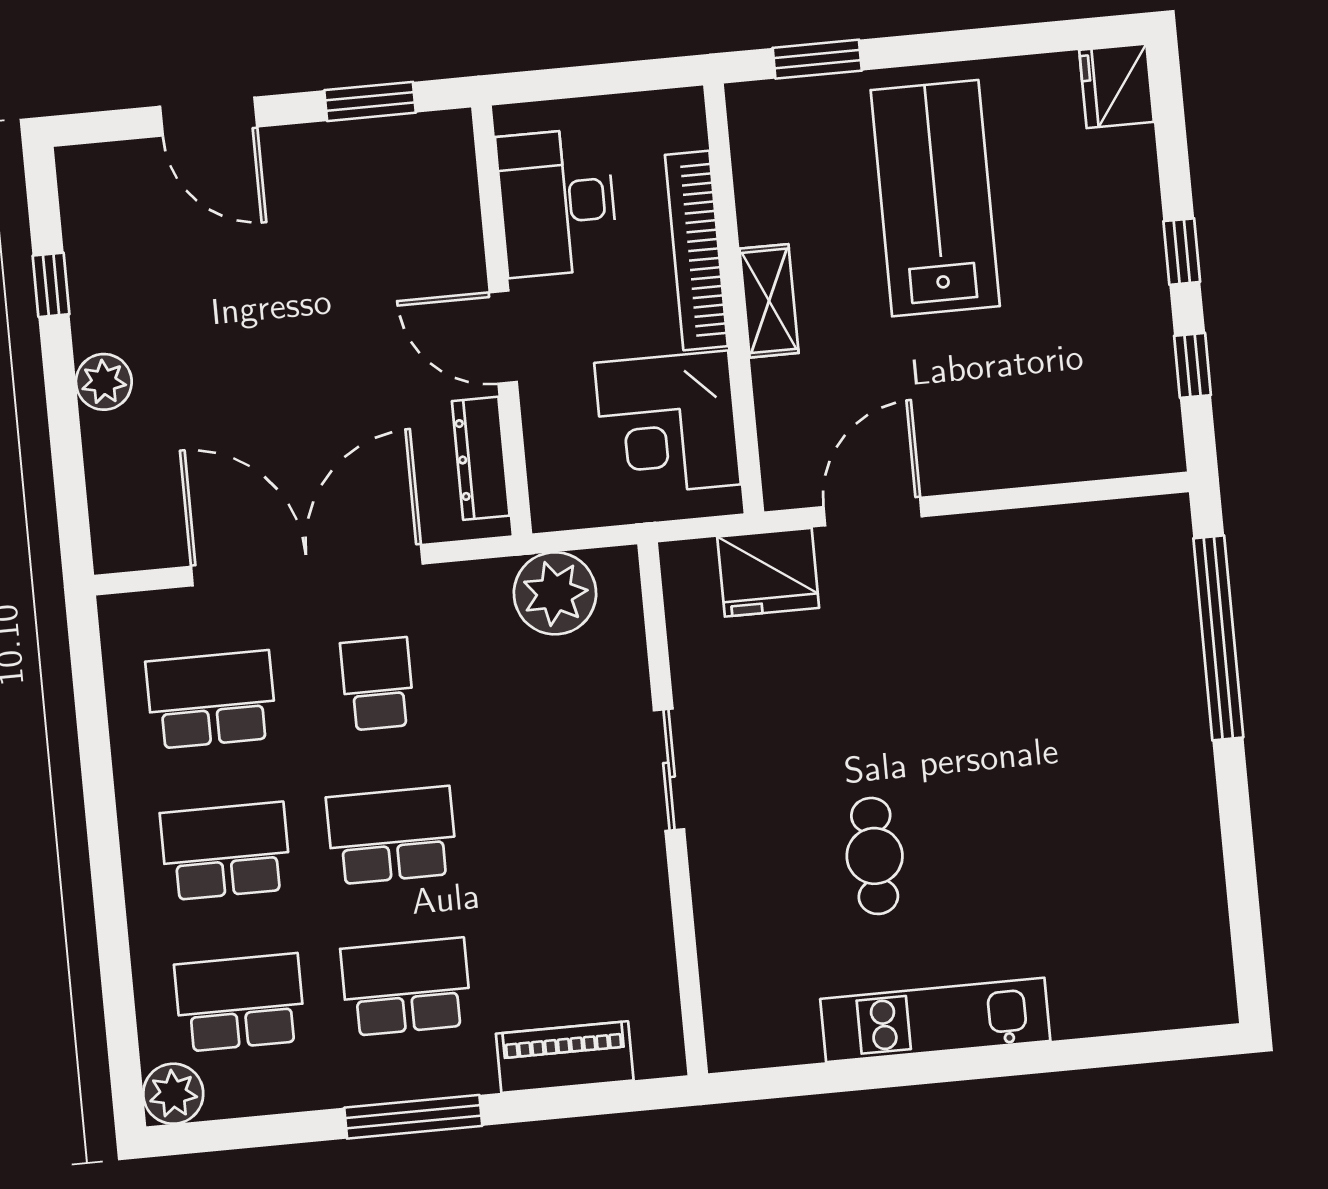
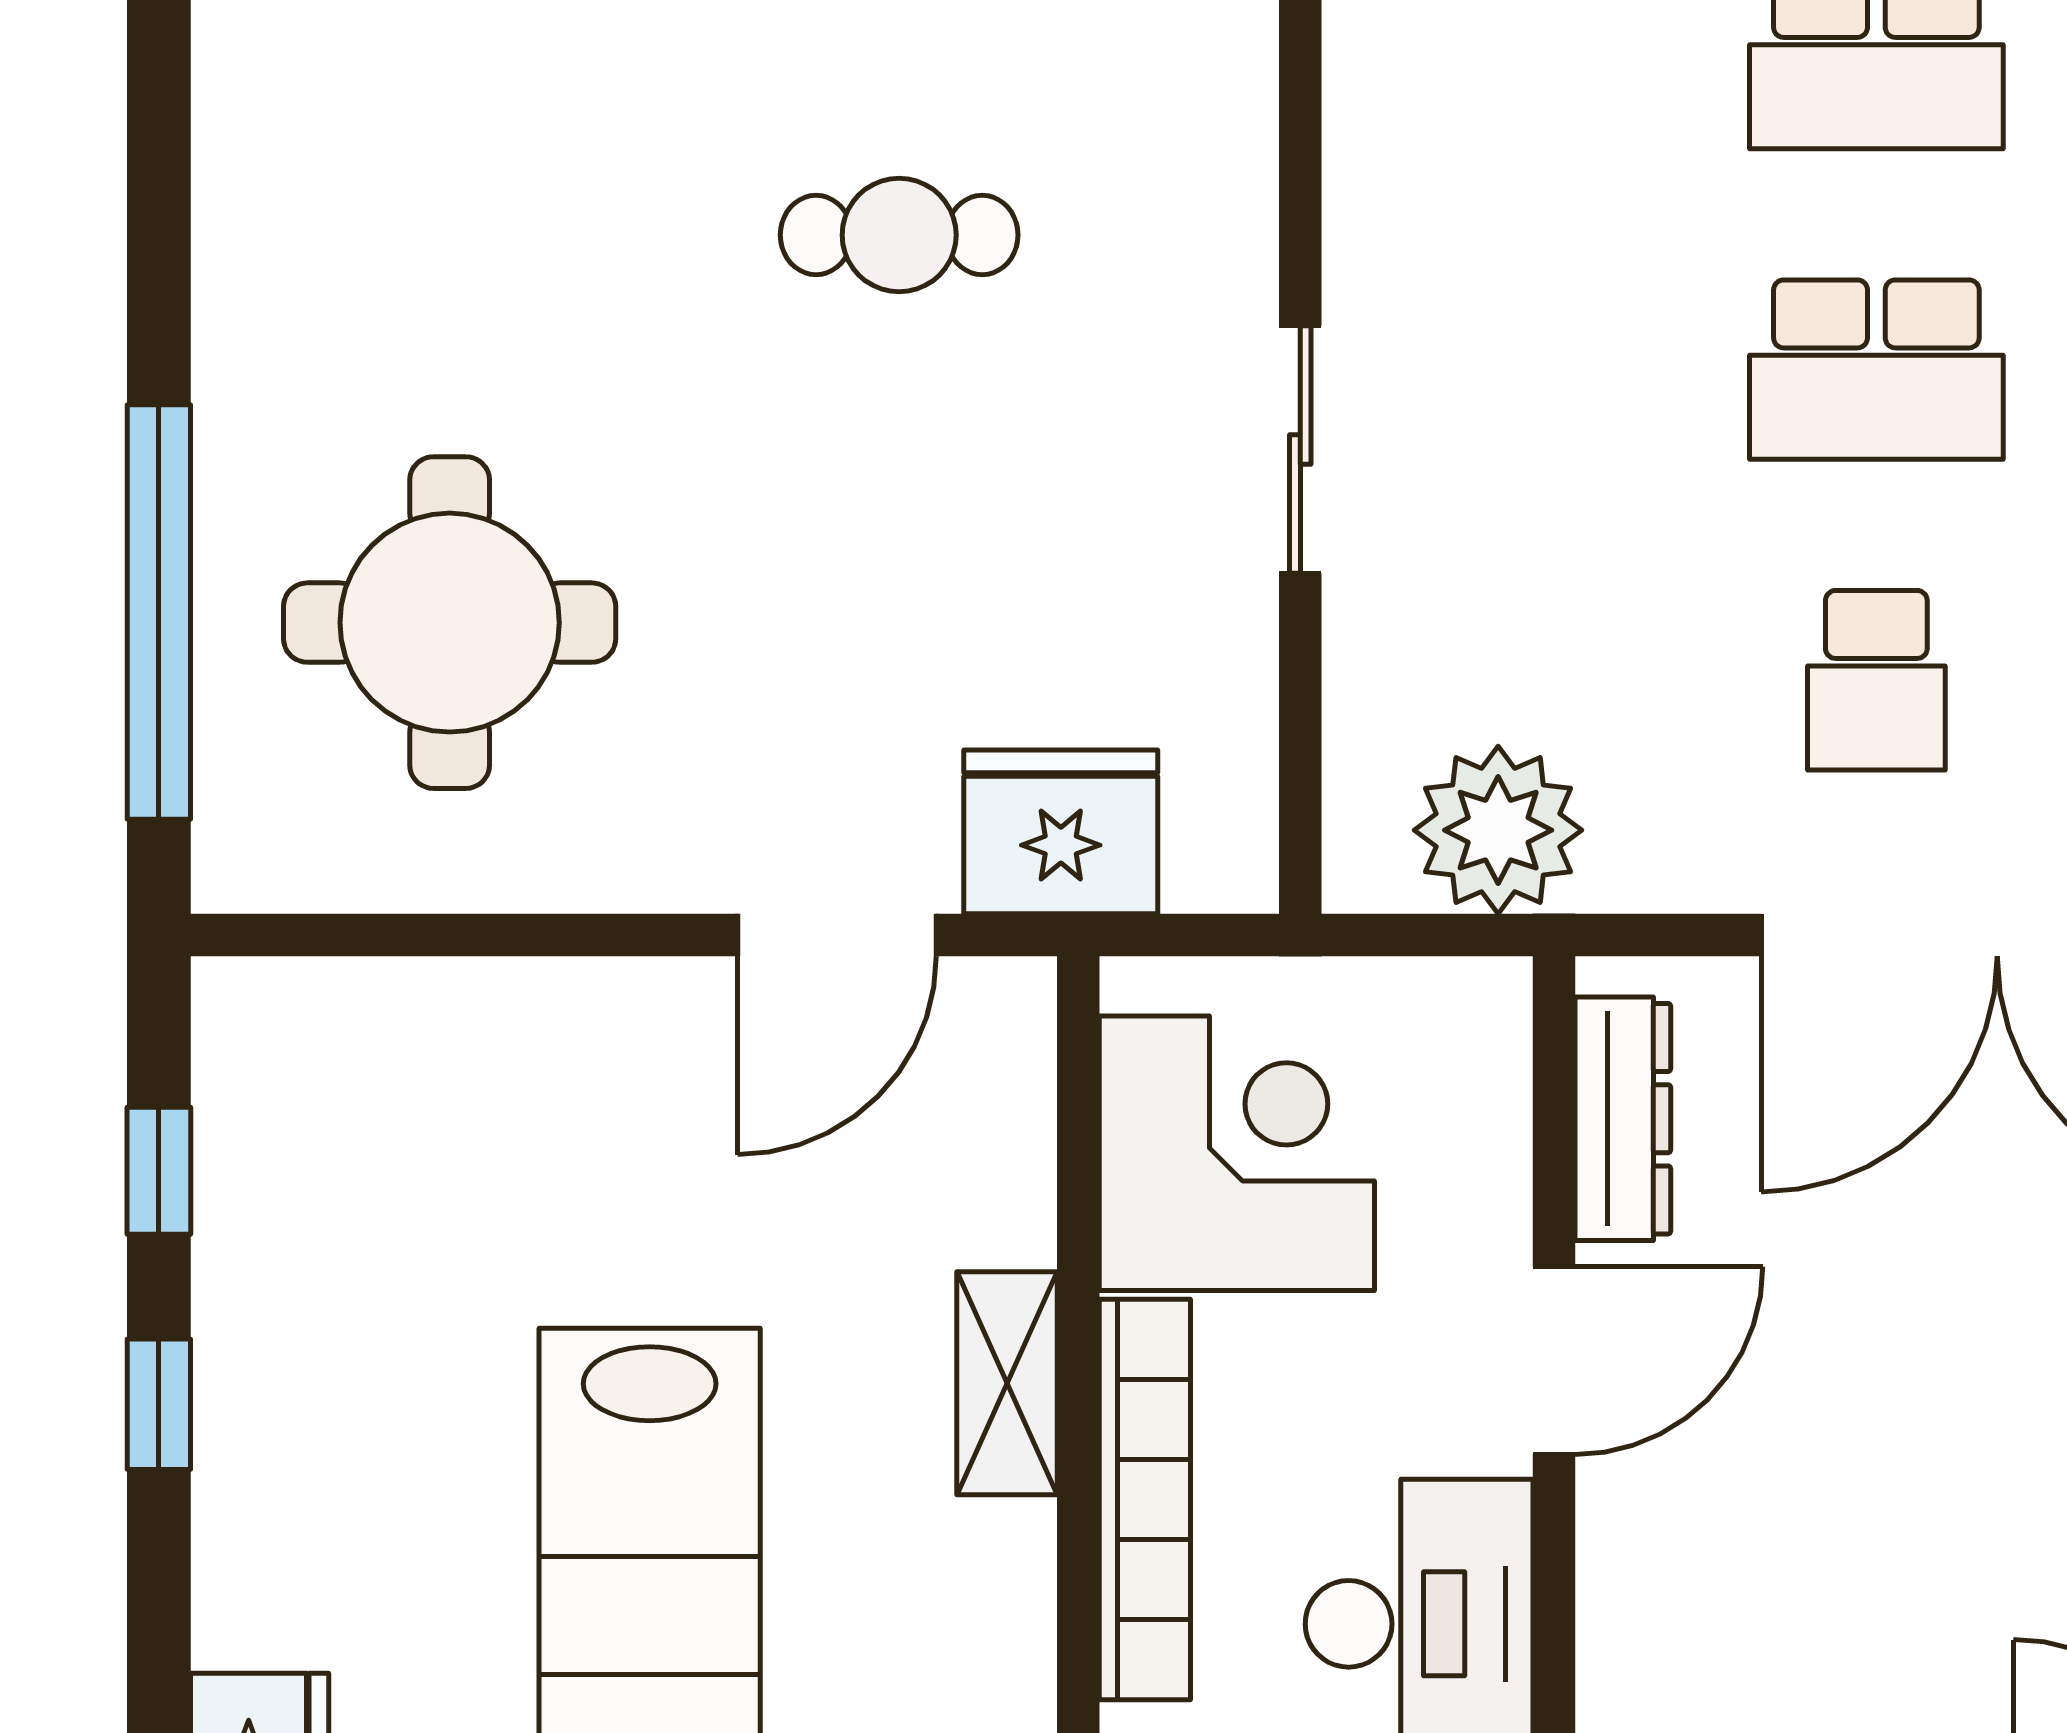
door: (503, 337) -> (1554, 1360), hinge flipped
round table: (1076, 646) -> (450, 623), added
cafe table: (875, 856) -> (899, 235), turned 90

